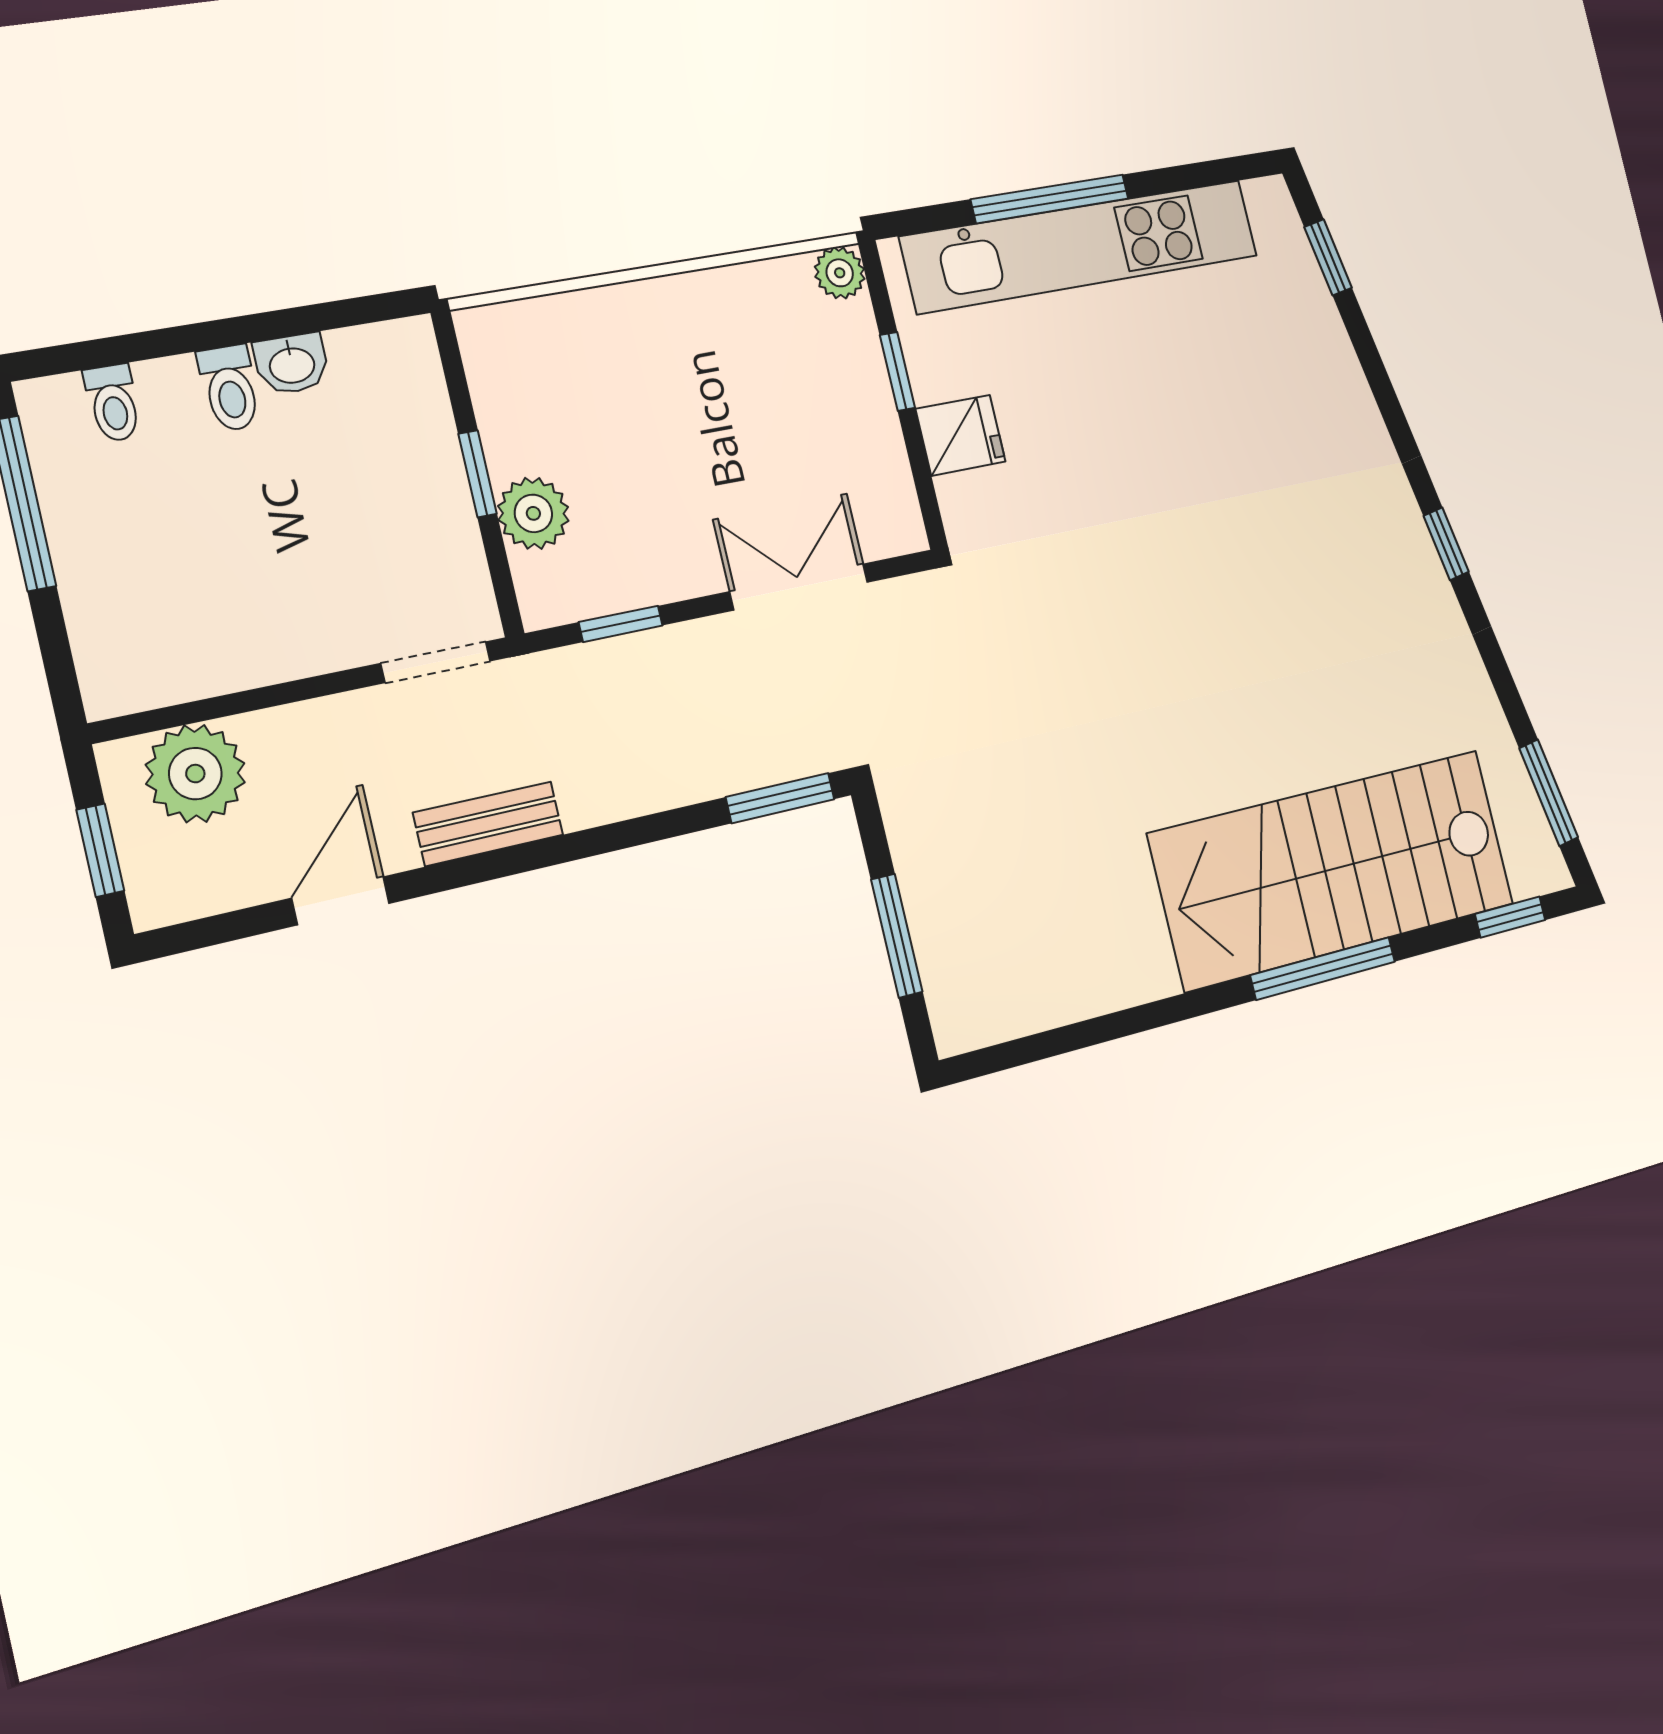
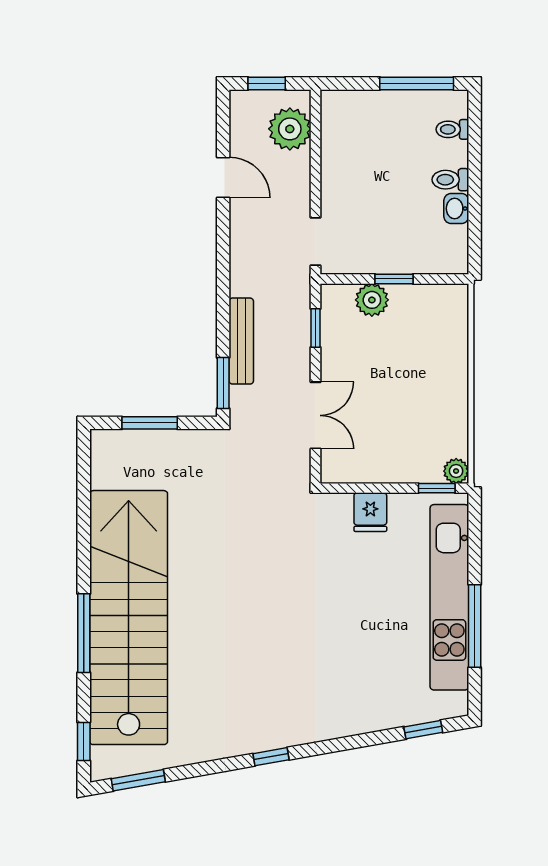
window: (1050, 199) -> (475, 626), moved
window: (897, 371) -> (437, 488), moved
bench: (488, 824) -> (241, 341), moved, width x1.36
stairs: (1333, 869) -> (129, 618), width x1.36

